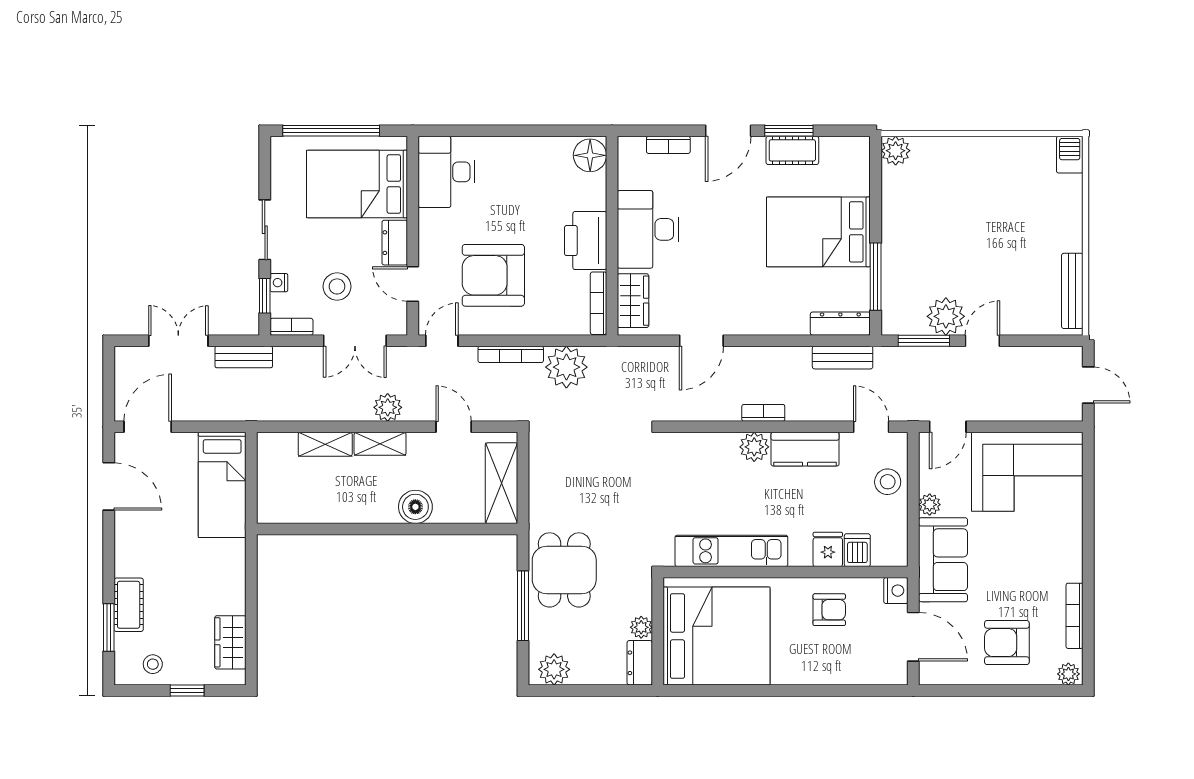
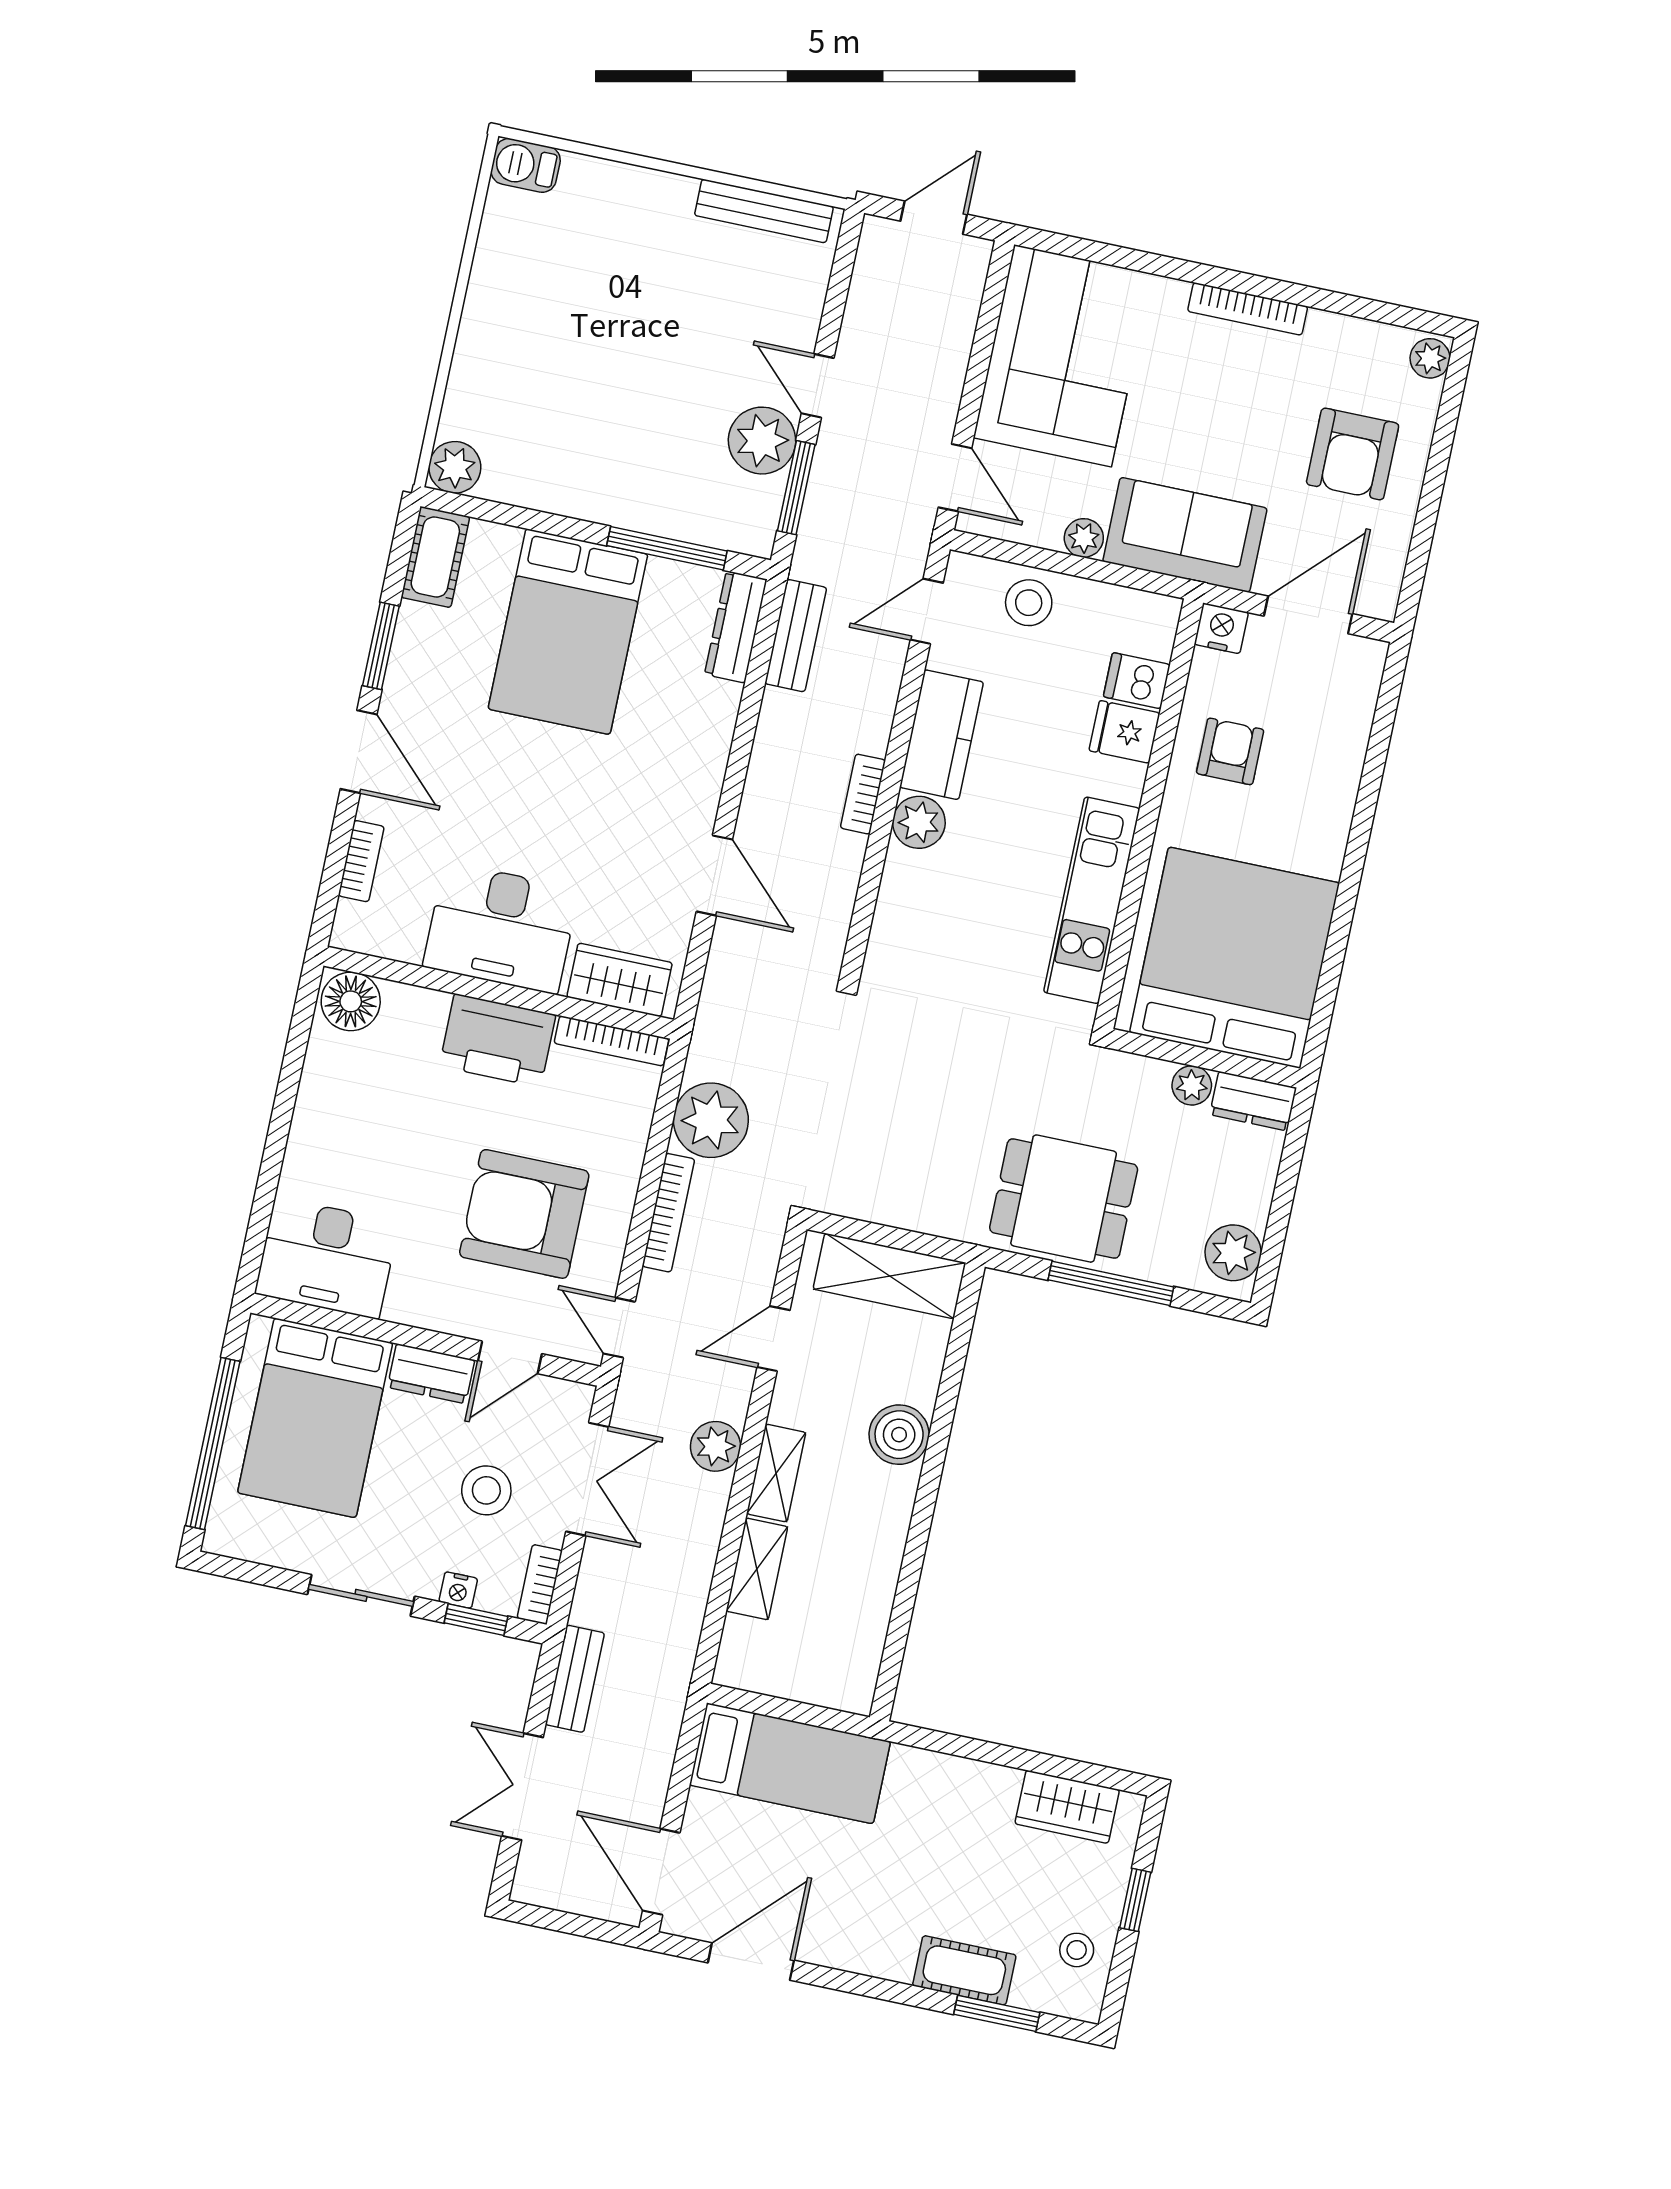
cot: (792, 150) -> (435, 557), moved
armchair: (493, 275) -> (524, 1214), turned 90
bookcase: (1074, 616) -> (1248, 309), moved

